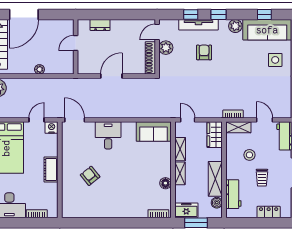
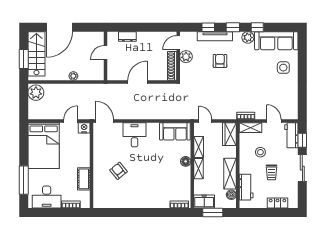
window: (264, 15) -> (257, 27), moved
cot: (51, 170) -> (84, 179), moved
floor lamp: (165, 183) -> (186, 161), moved

